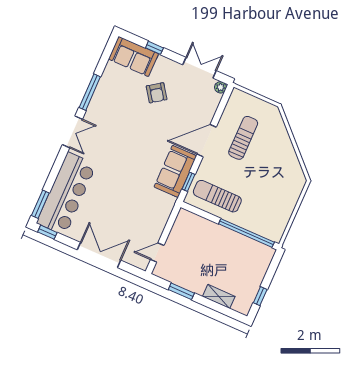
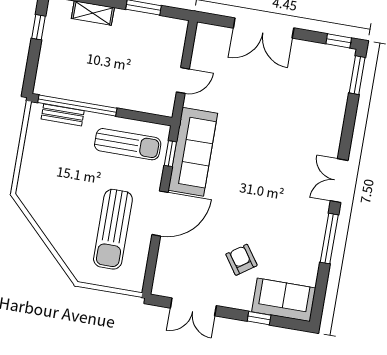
plant: (221, 87) -> (159, 288), removed
sun lounger: (243, 138) -> (113, 229), width x1.36, depth x1.34
sofa: (175, 171) -> (193, 152), width x1.36
bar counter: (66, 194) -> (326, 98), removed
bench: (259, 229) -> (63, 115), added
door: (157, 253) -> (183, 80), moved

